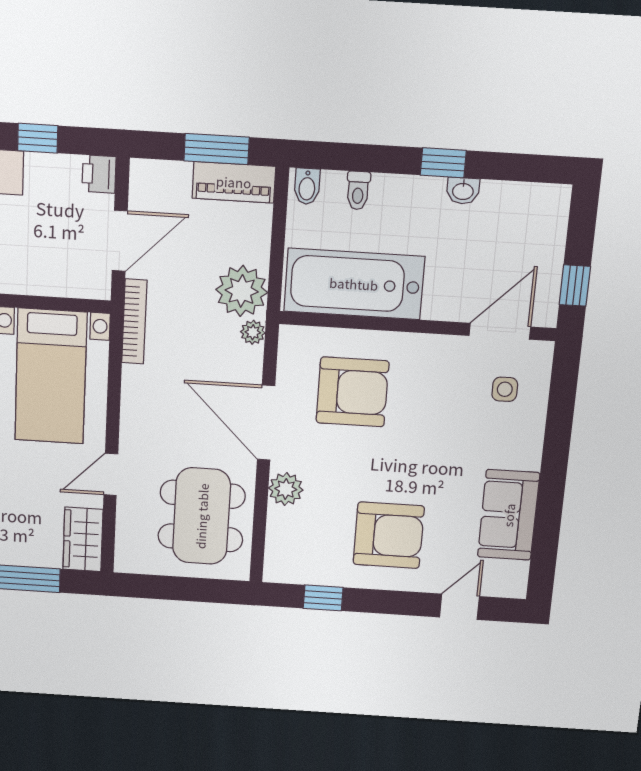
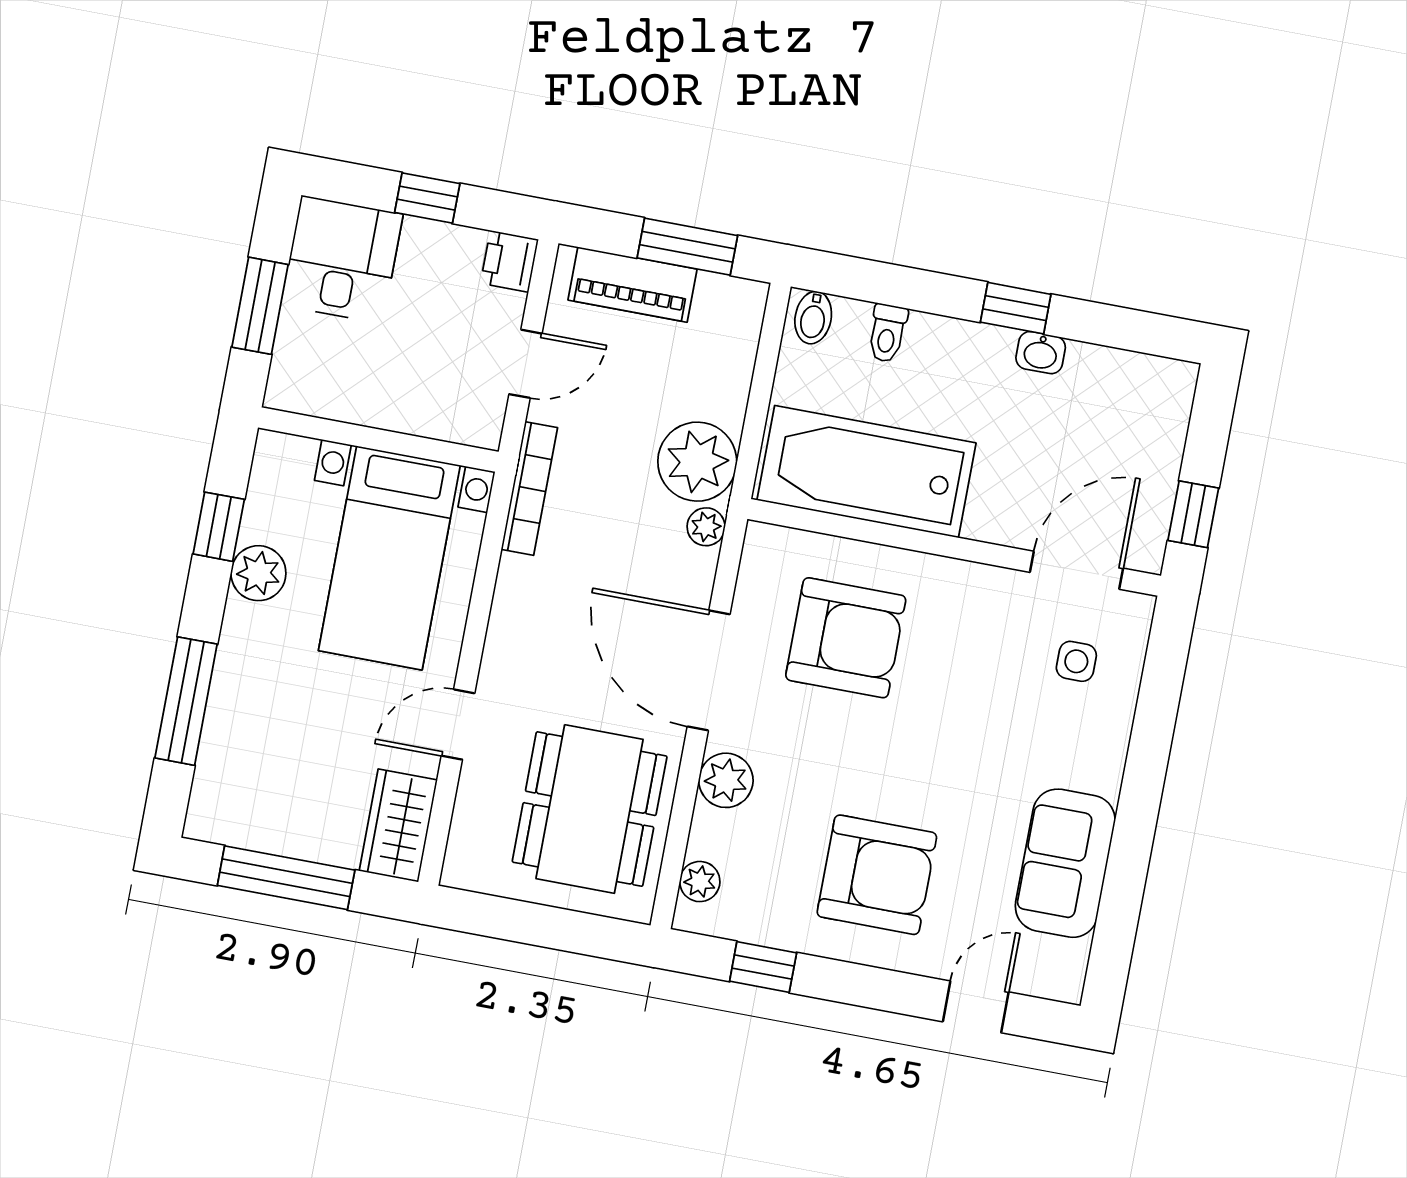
piano: (234, 182) -> (633, 285), moved
door: (120, 241) -> (526, 364), width x0.73
plant: (277, 552) -> (700, 882), added

